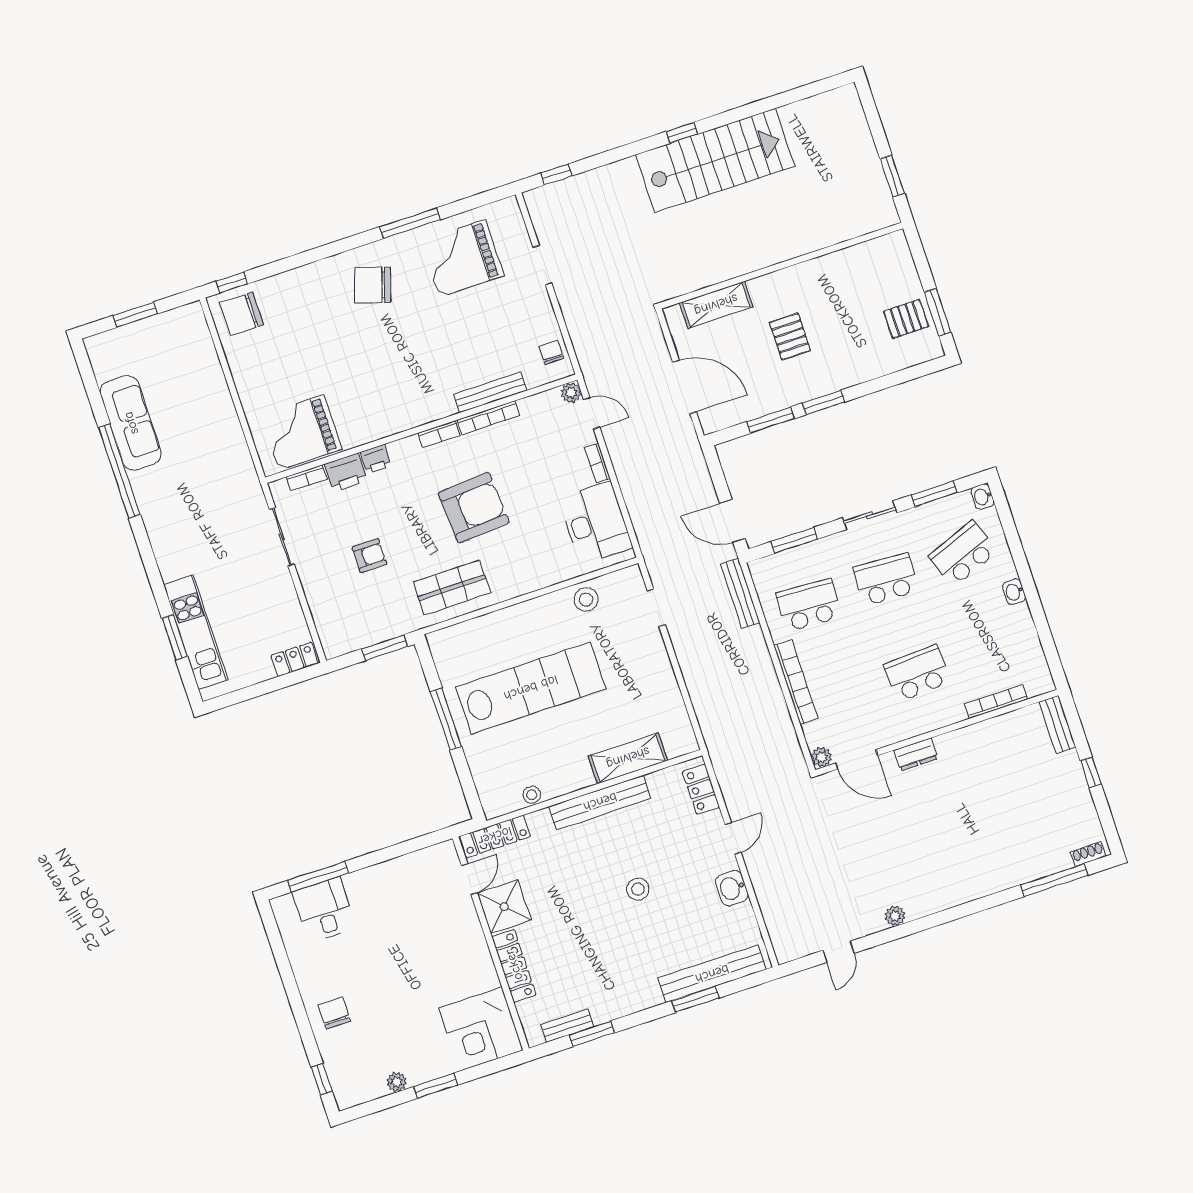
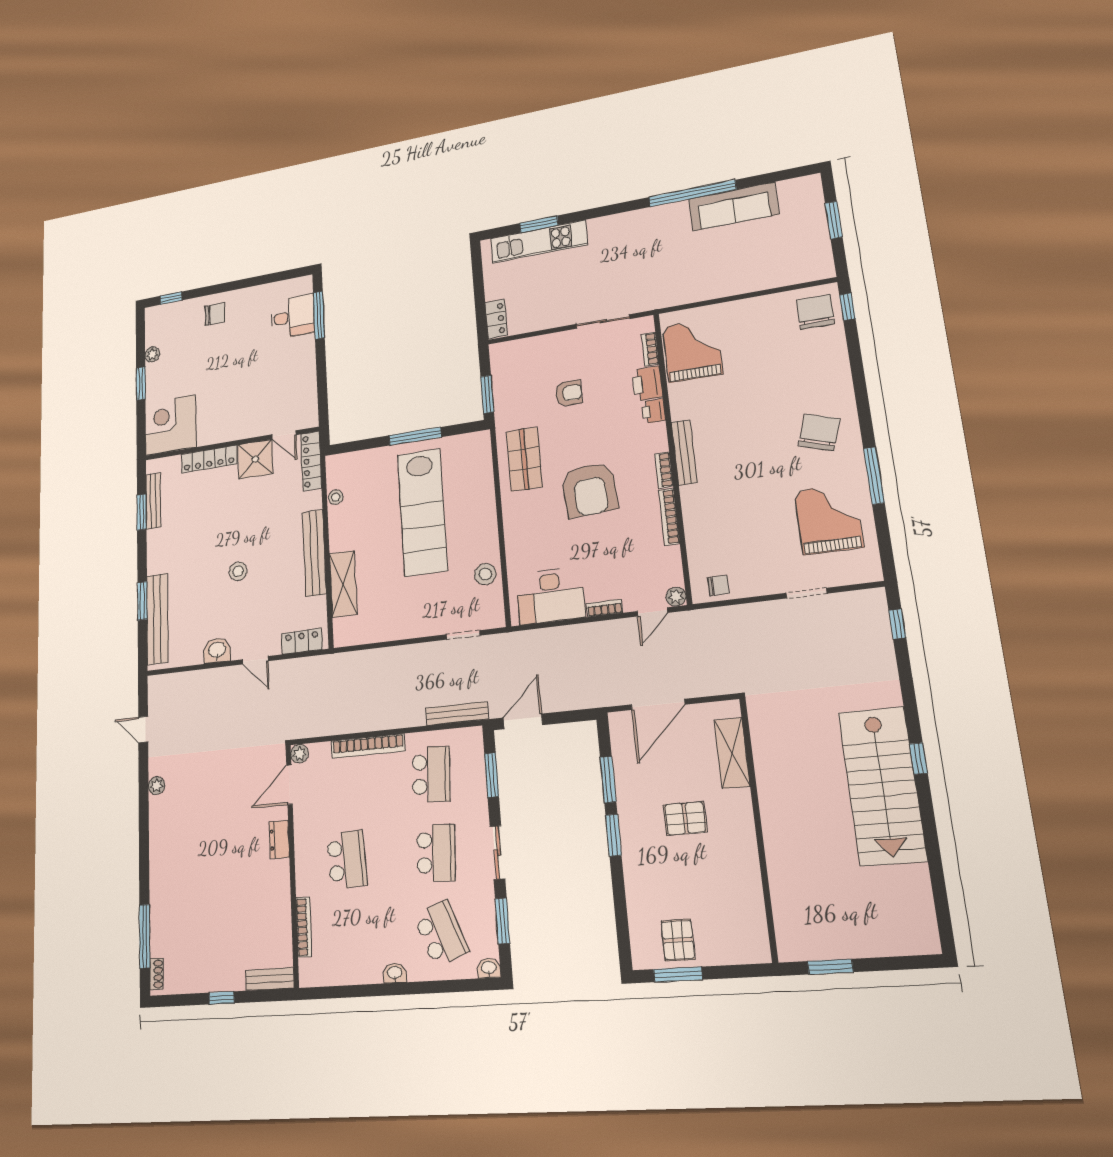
bench: (490, 392) -> (684, 452), moved
armchair: (370, 556) -> (569, 393), turned -90
bench: (567, 1026) -> (153, 501), width x1.36

